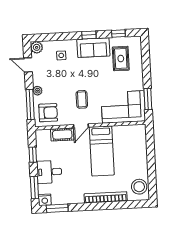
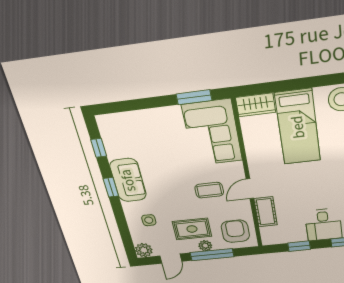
rug: (121, 59) -> (192, 229), moved
window: (30, 104) -> (212, 255), moved
door: (81, 126) -> (250, 189), swing flipped
wardrobe: (140, 136) -> (256, 105), added
bed: (102, 151) -> (298, 127), moved, turned 90

